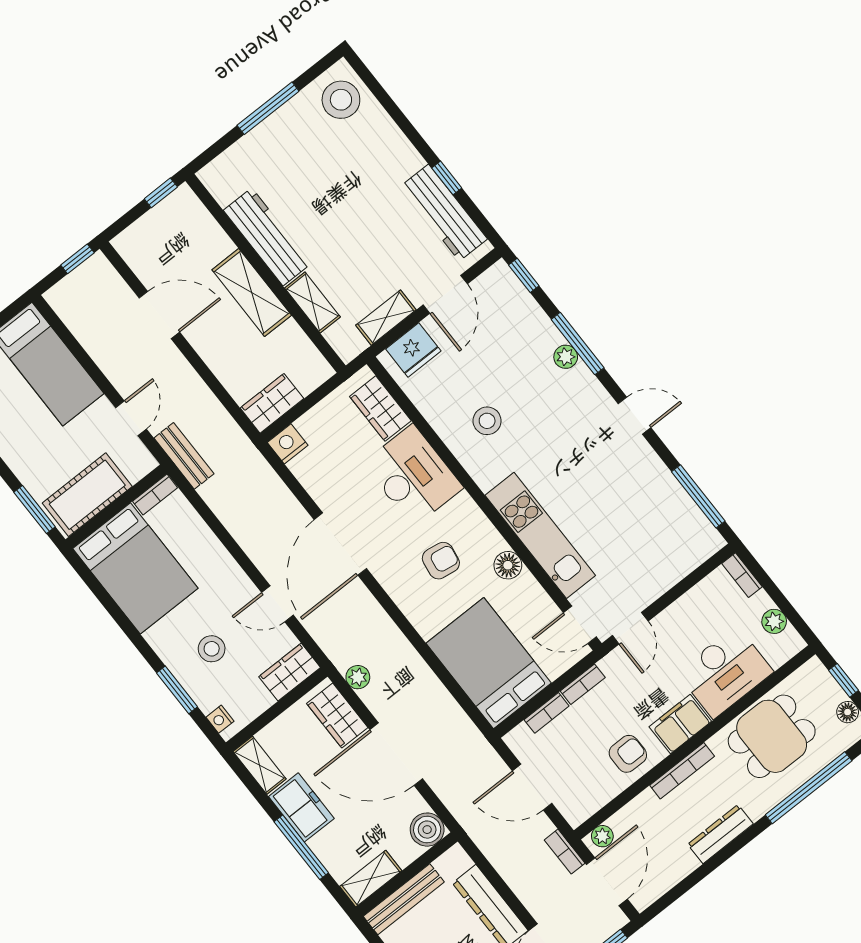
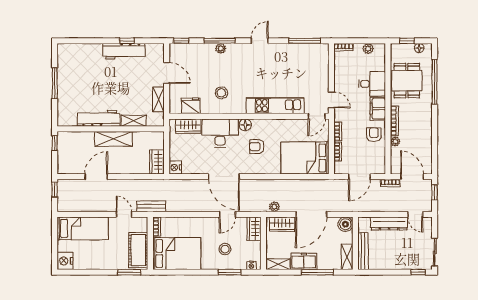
stool: (341, 100) -> (72, 56), removed
workbench: (444, 213) -> (124, 51), moved
fridge: (413, 350) -> (191, 106), moved, turned -90
armchair: (441, 561) -> (257, 147), turned -99
floor lamp: (508, 565) -> (245, 125), moved
desk: (725, 672) -> (372, 84), width x0.73
dresser: (720, 834) -> (427, 125), removed
plant: (602, 836) -> (395, 142), moved

